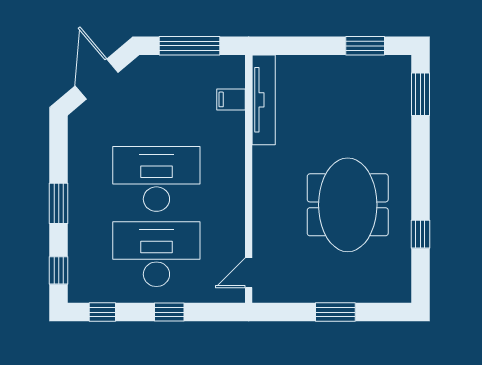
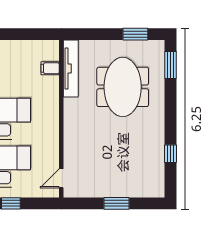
window: (190, 46) -> (24, 34), removed
meeting table: (348, 205) -> (123, 87), moved

